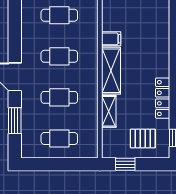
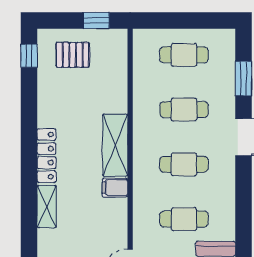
locker: (163, 98) -> (46, 156), moved
shelving: (109, 111) -> (47, 207), moved

